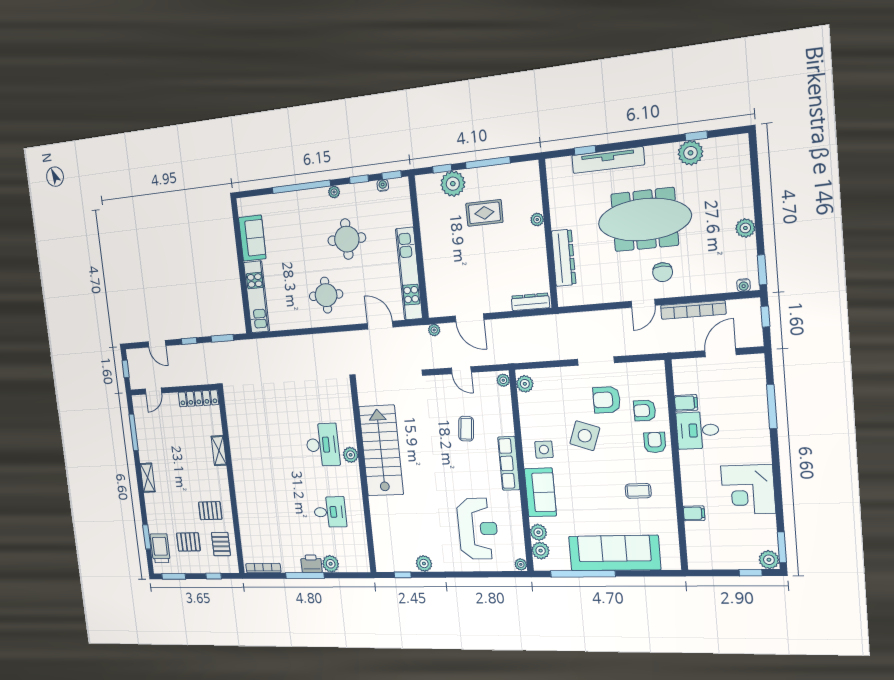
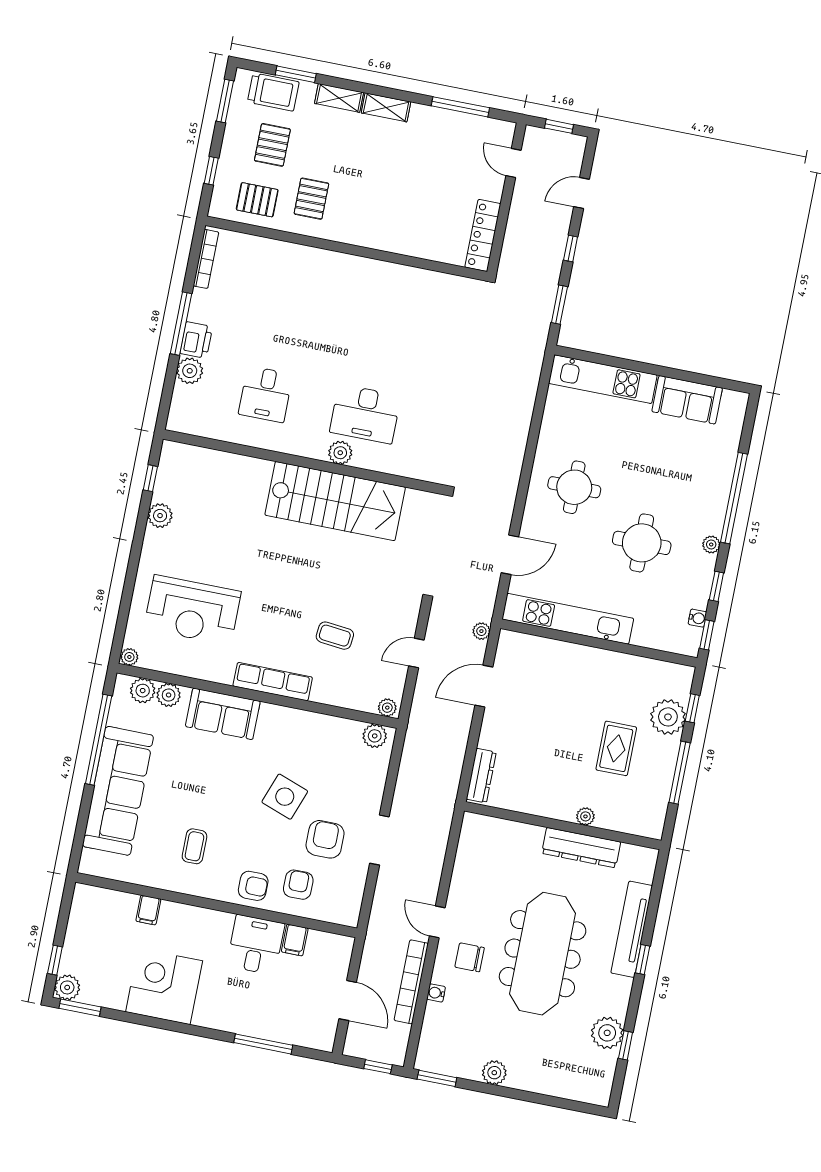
window: (585, 150) -> (643, 959), moved
dresser: (564, 258) -> (581, 848), moved
water cooler: (744, 285) -> (436, 993), moved
side table: (544, 450) -> (280, 736), removed
shelving: (219, 451) -> (339, 98), moved

